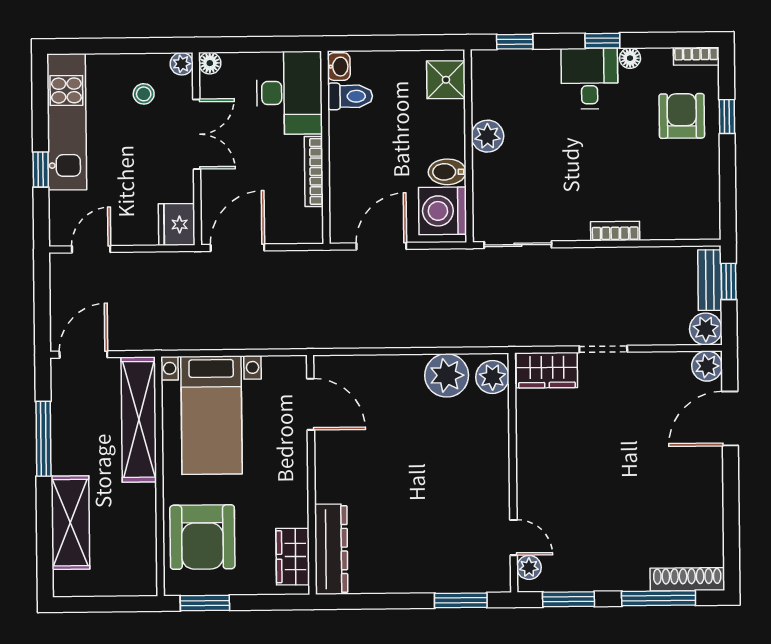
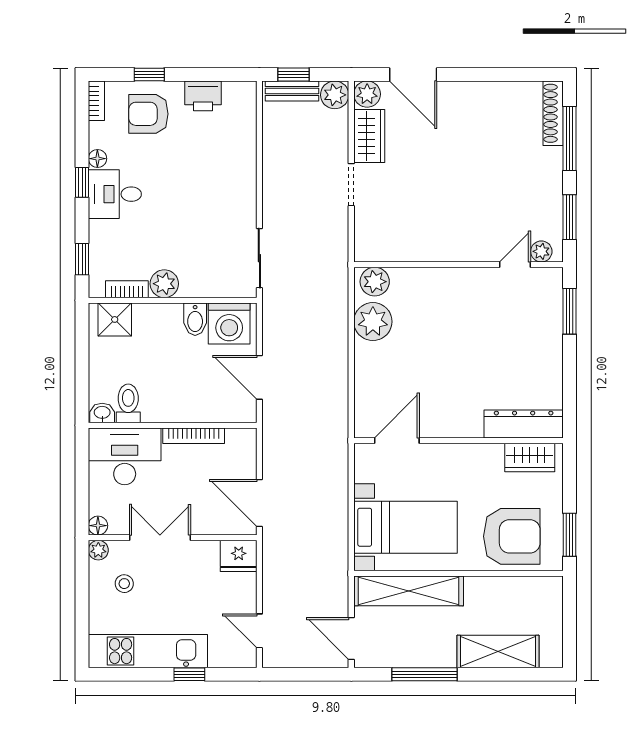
printer: (703, 178) -> (203, 96), added
bookcase: (615, 231) -> (127, 289), moved, turned 90
wardrobe: (547, 370) -> (369, 136), moved

